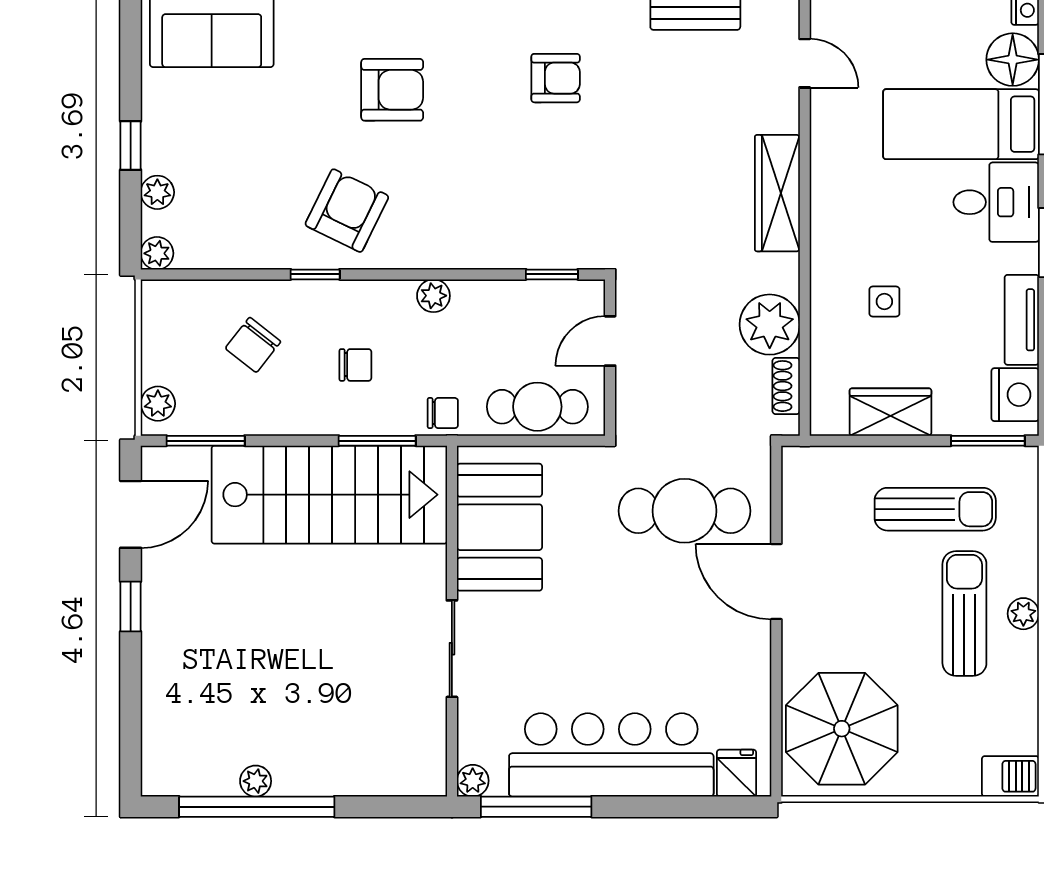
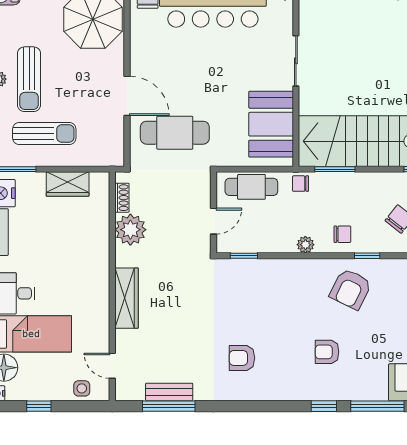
armchair: (392, 90) -> (327, 352), width x0.72, depth x0.72
side table: (884, 301) -> (82, 388), moved
chair: (355, 365) -> (342, 234), moved, turned 180
sun lounger: (935, 509) -> (44, 134), turned 180

